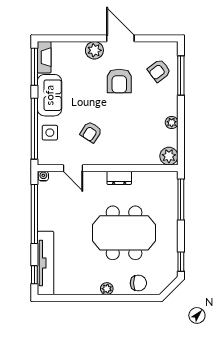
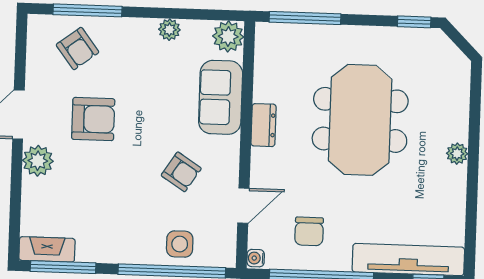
sofa: (49, 95) -> (221, 97), moved, turned -90
chair: (138, 283) -> (309, 231), moved, turned 180

